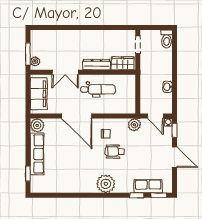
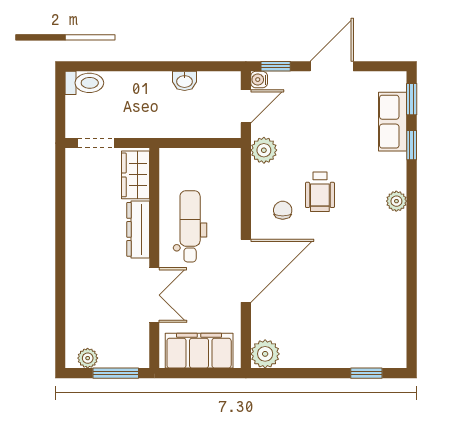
plant: (35, 61) -> (88, 358), moved
row of seats: (37, 154) -> (325, 354), removed
plant: (106, 184) -> (396, 201), width x0.53, depth x0.53

